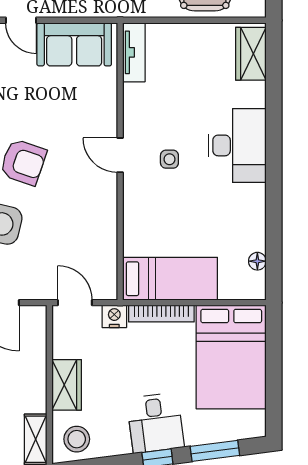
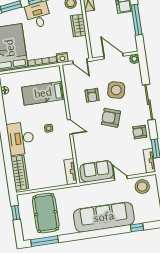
wardrobe: (251, 54) -> (20, 173), width x1.50
armchair: (59, 220) -> (92, 95), added
bed: (170, 279) -> (43, 93), moved

